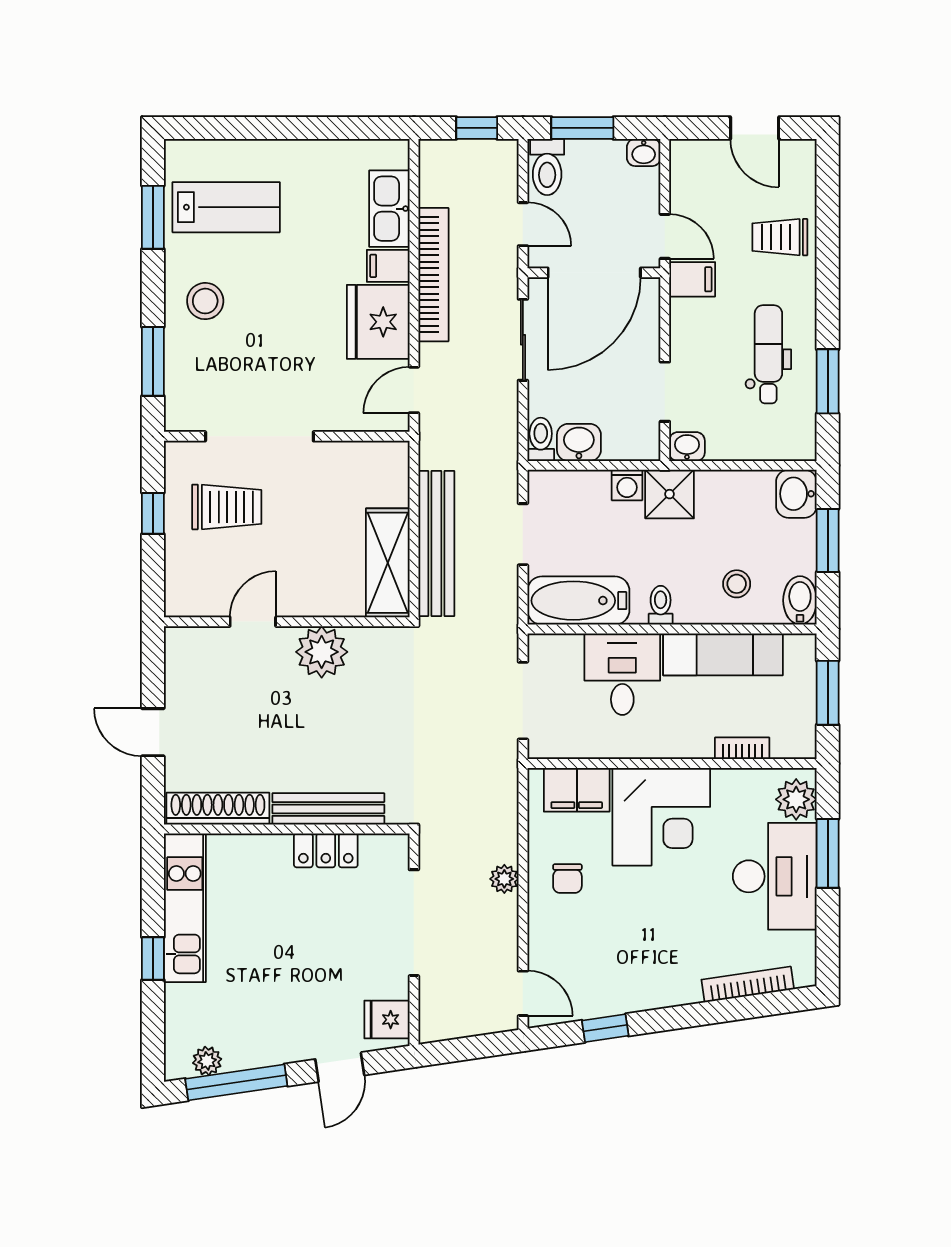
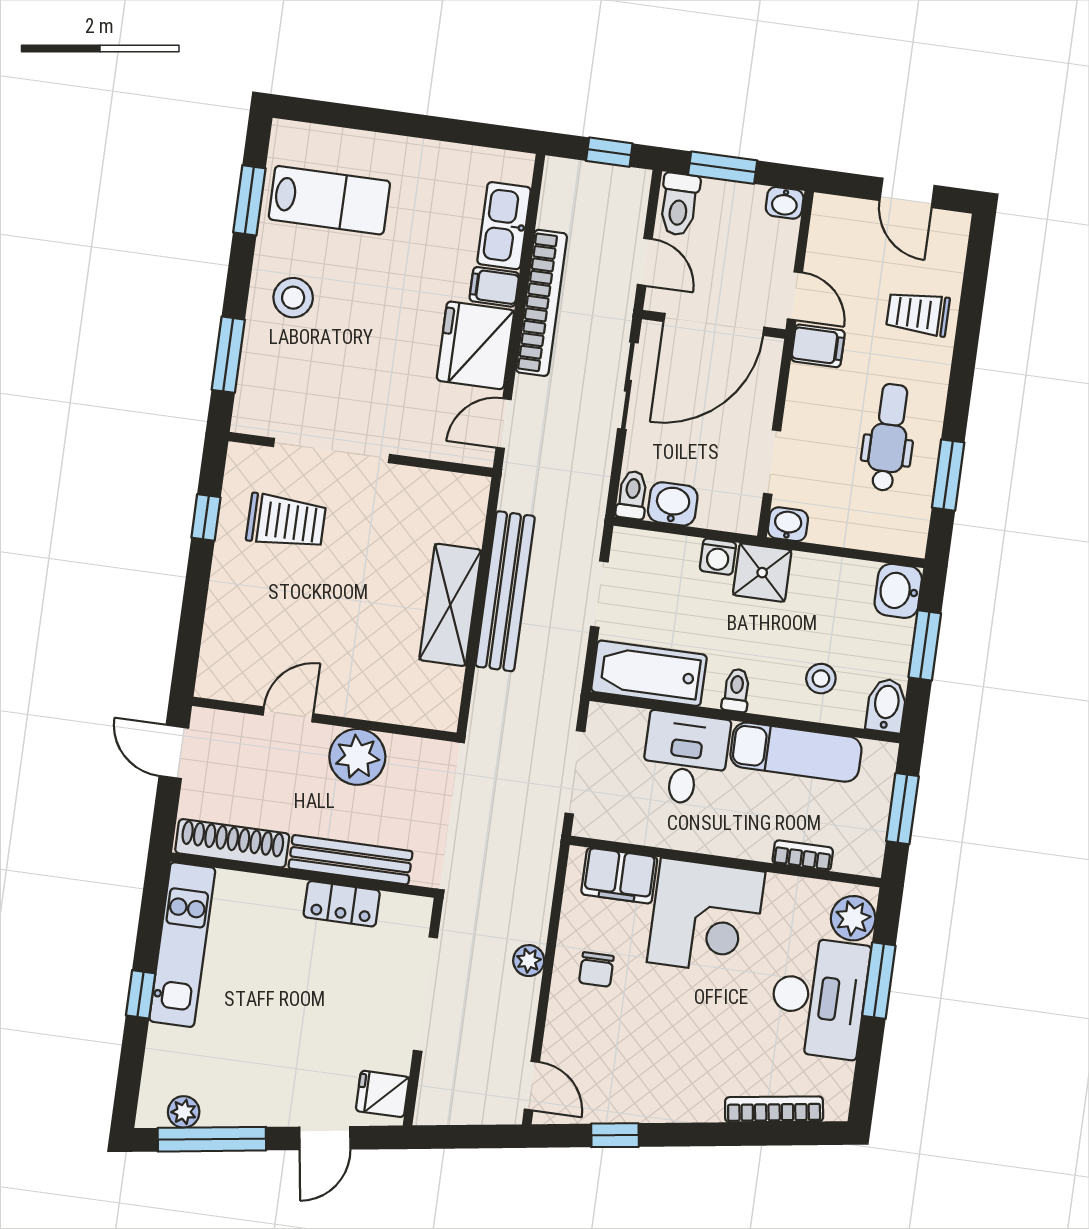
door: (253, 622) -> (288, 714), moved
wall: (287, 622) -> (324, 719), moved
plant: (322, 652) -> (357, 757), moved

